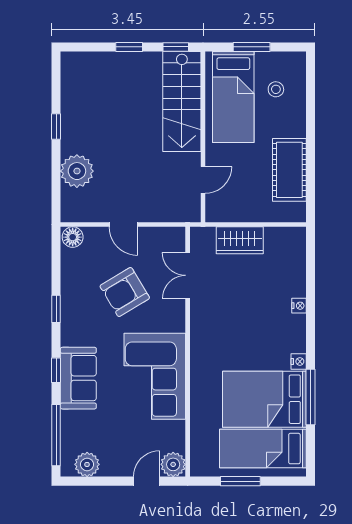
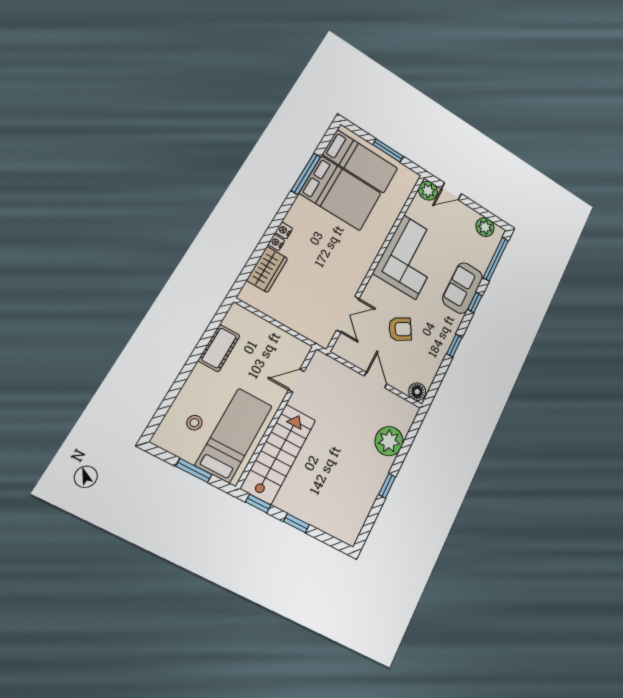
cot: (289, 170) -> (219, 348), width x0.73, depth x0.75
wardrobe: (240, 240) -> (267, 269), moved, turned 90
armchair: (125, 292) -> (400, 329), width x0.72, depth x0.72
nightstand: (299, 361) -> (284, 230), moved

